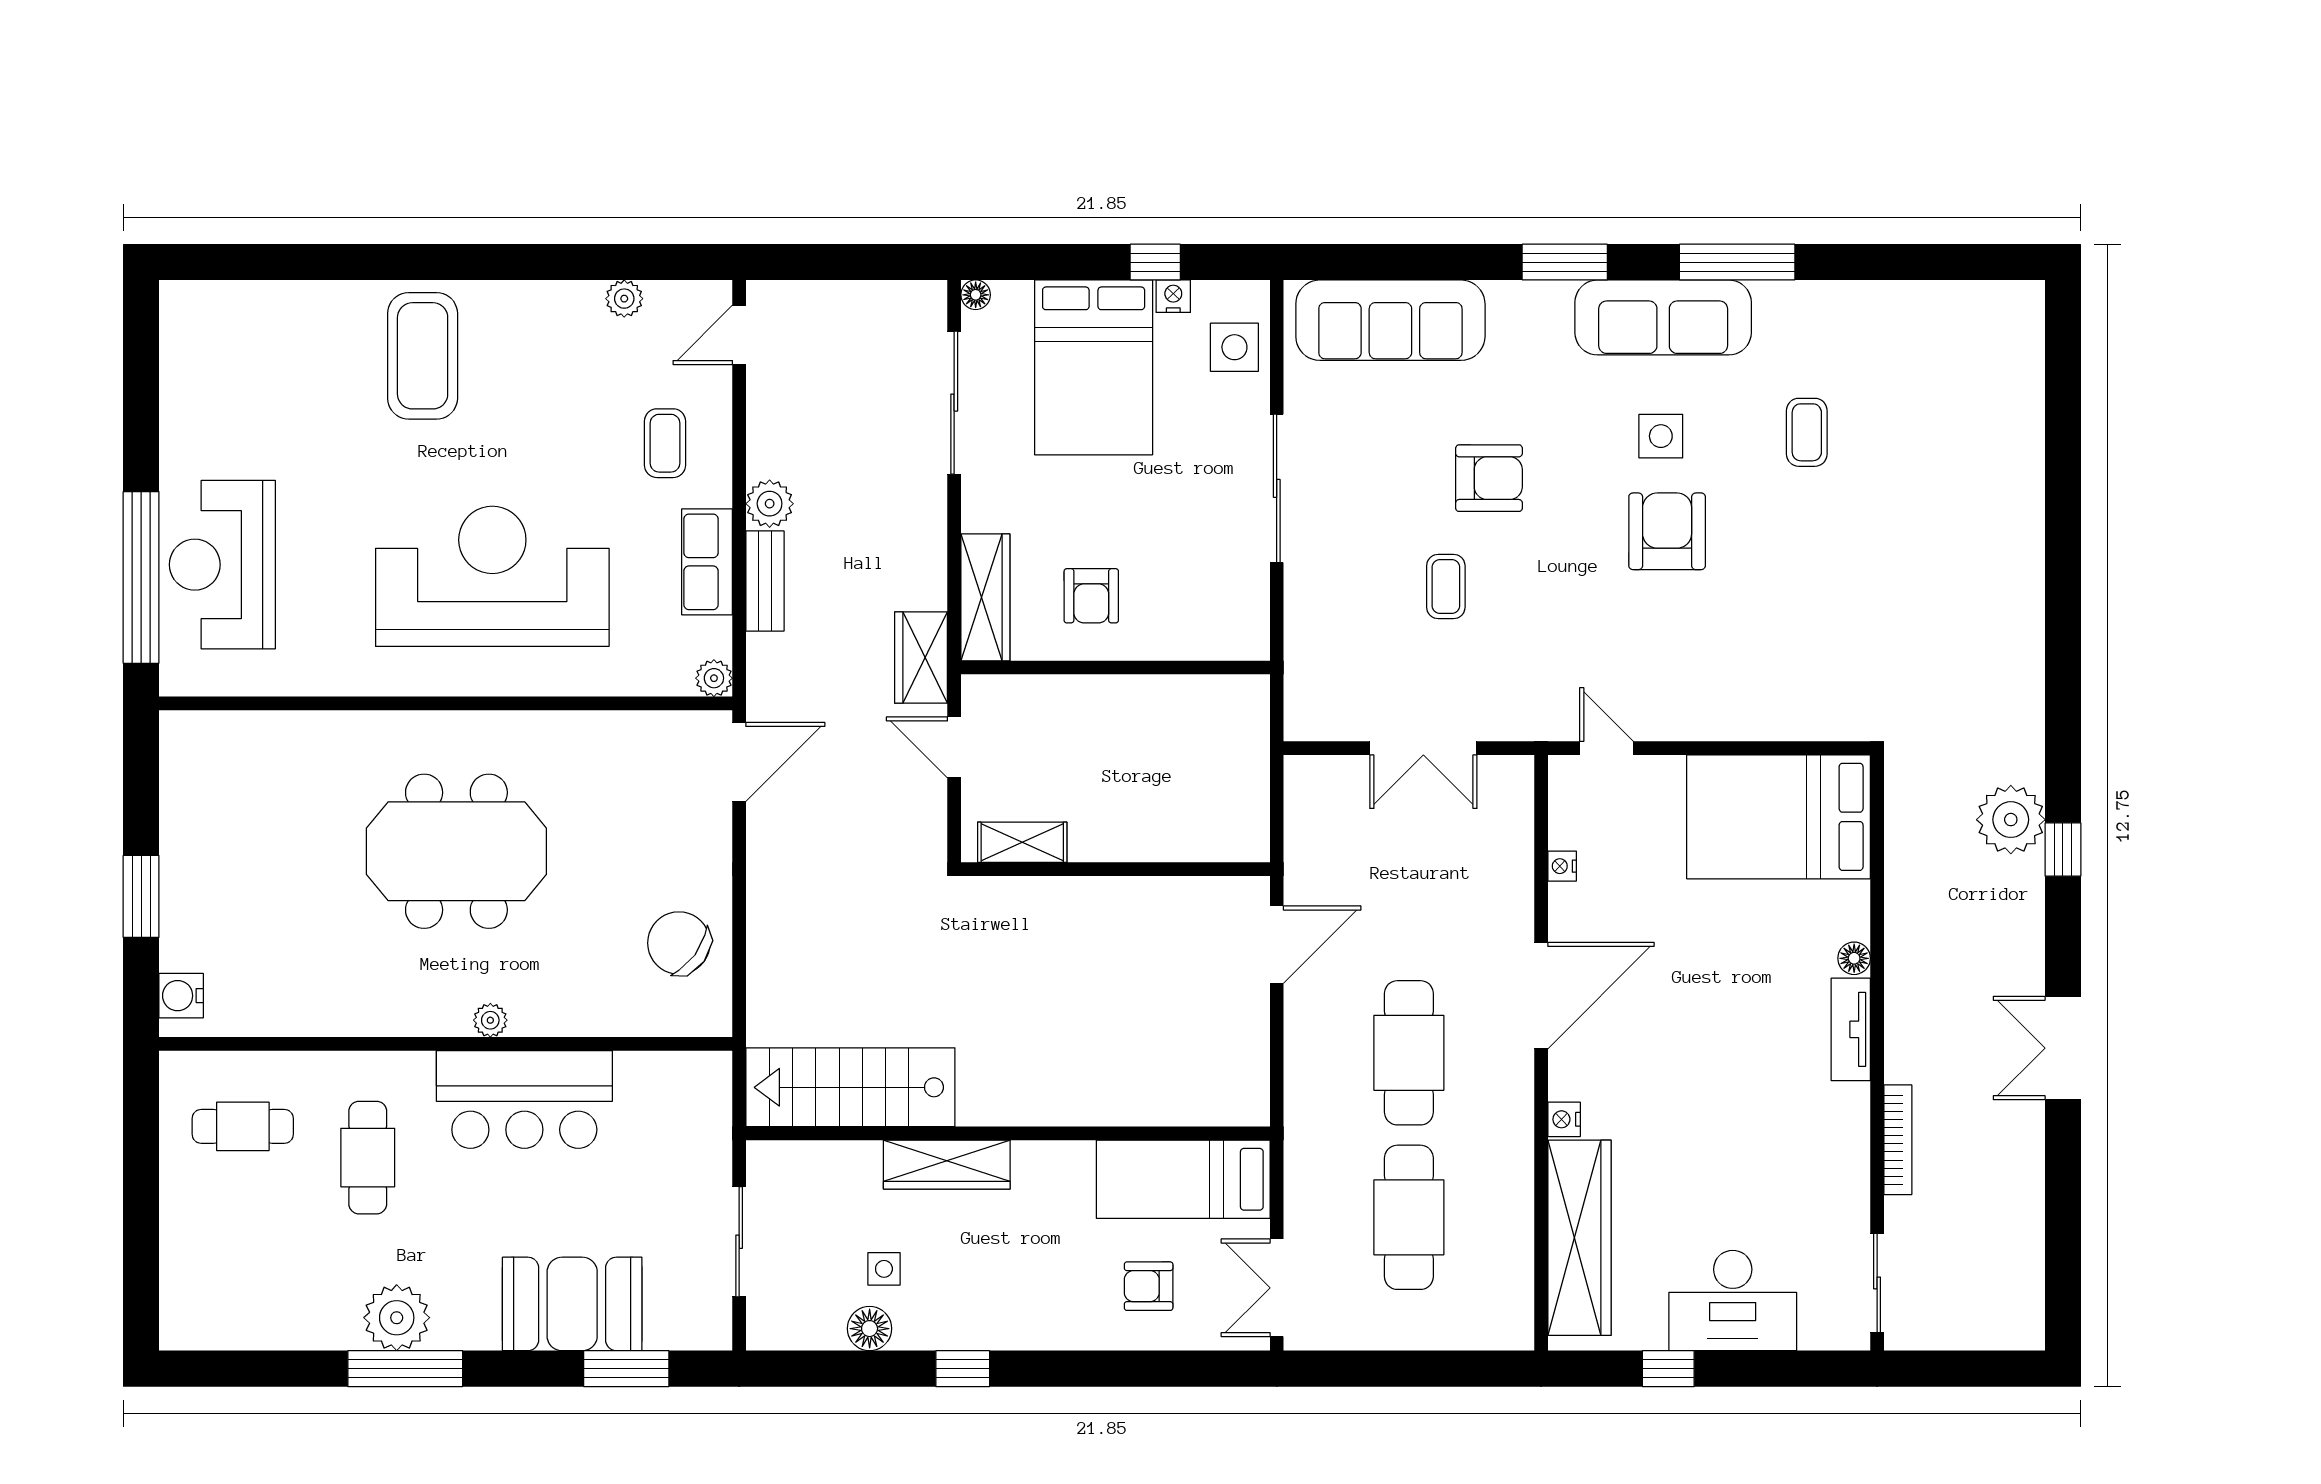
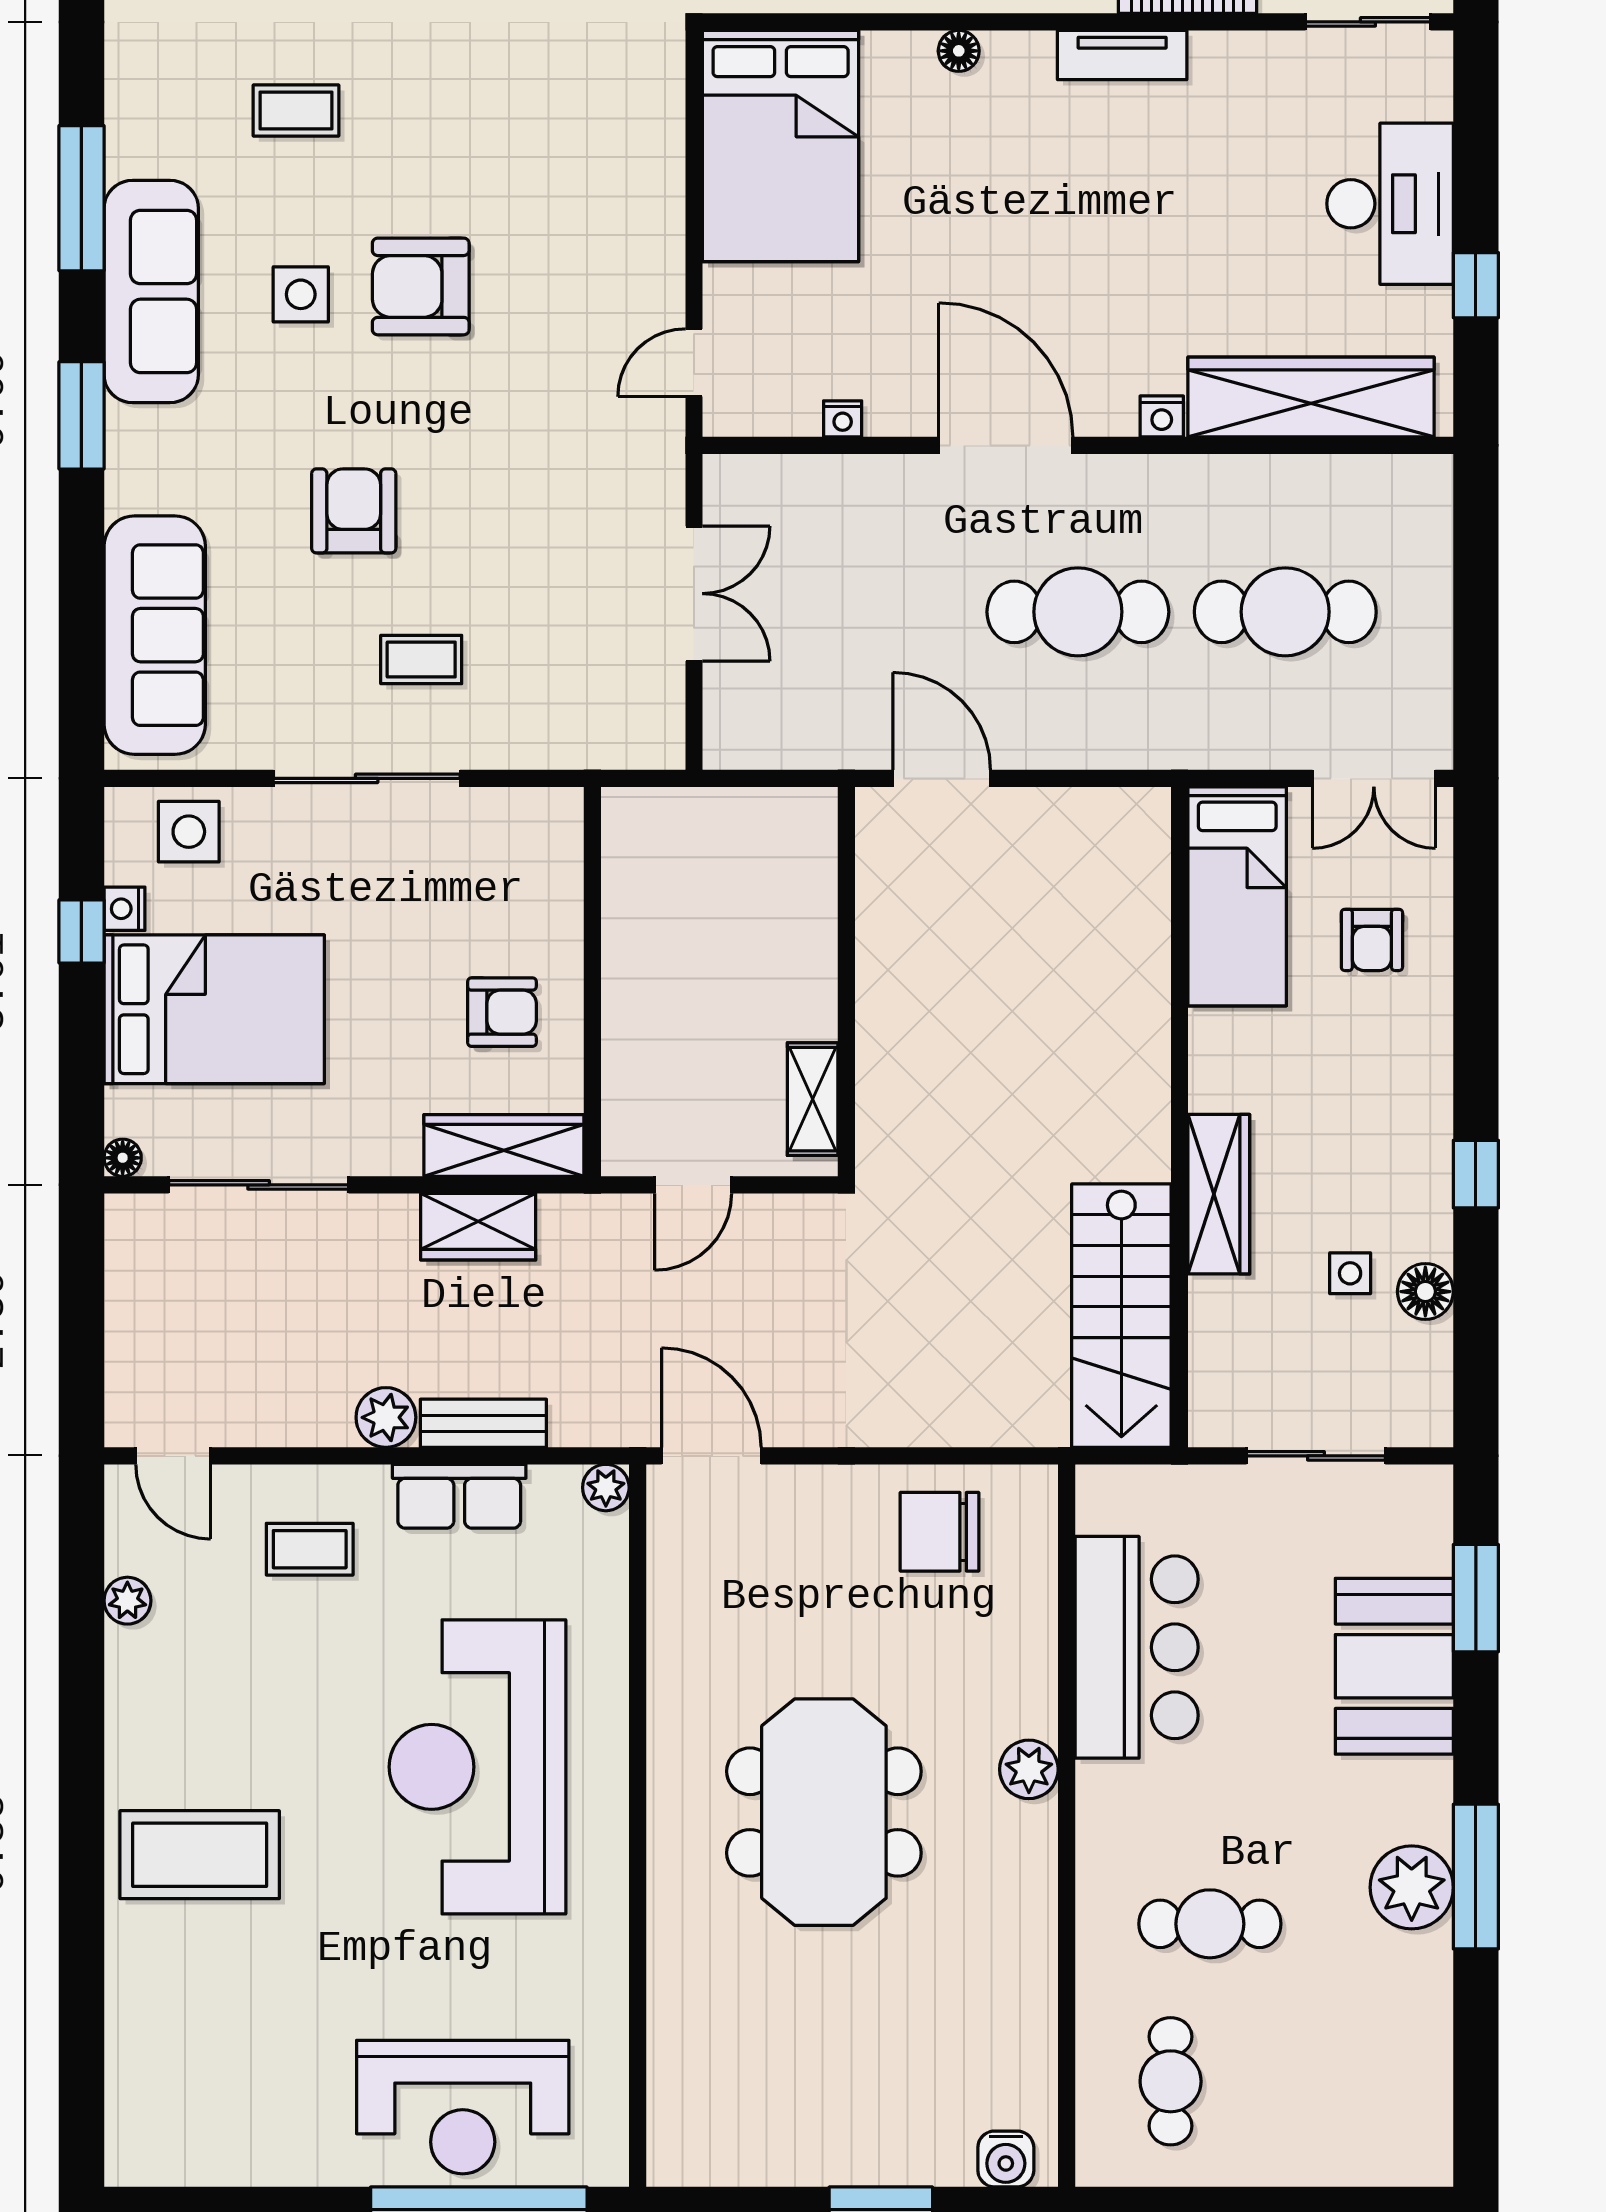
coffee table: (1446, 587) -> (421, 660), moved
wardrobe: (921, 658) -> (478, 1227), moved
chair: (679, 943) -> (940, 1532), turned 54
plant: (490, 1020) -> (1029, 1769), width x1.38, depth x1.38
tv unit: (1851, 1029) -> (1122, 55), moved
bar counter: (524, 1099) -> (1137, 1647), moved

